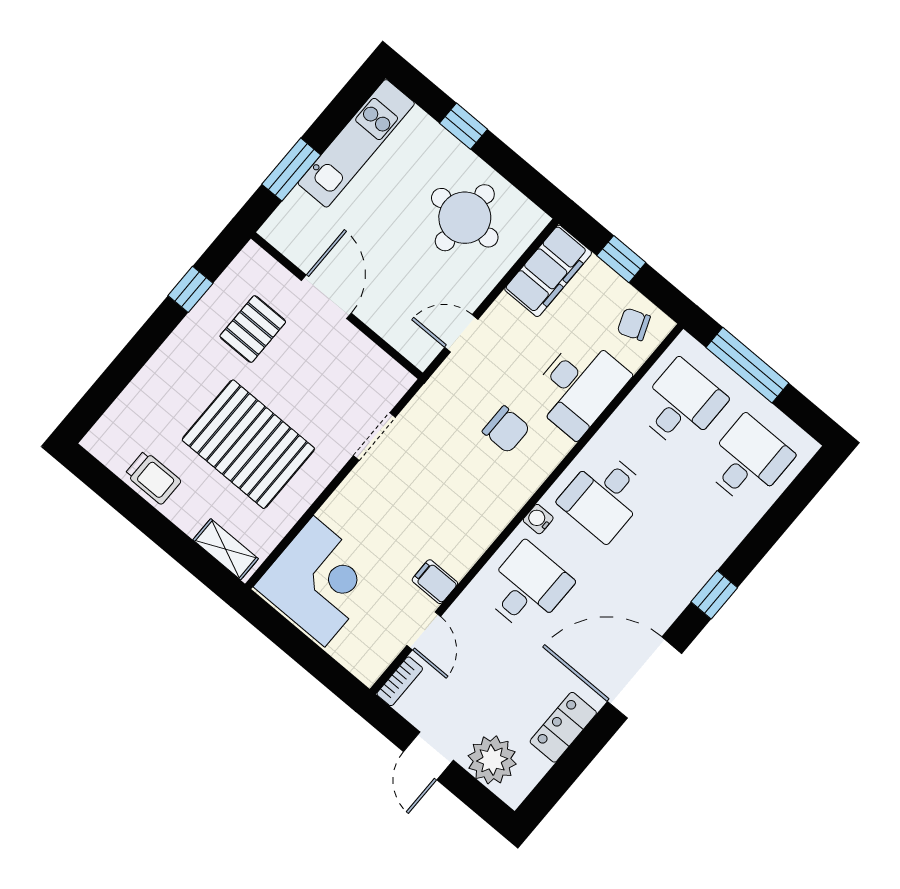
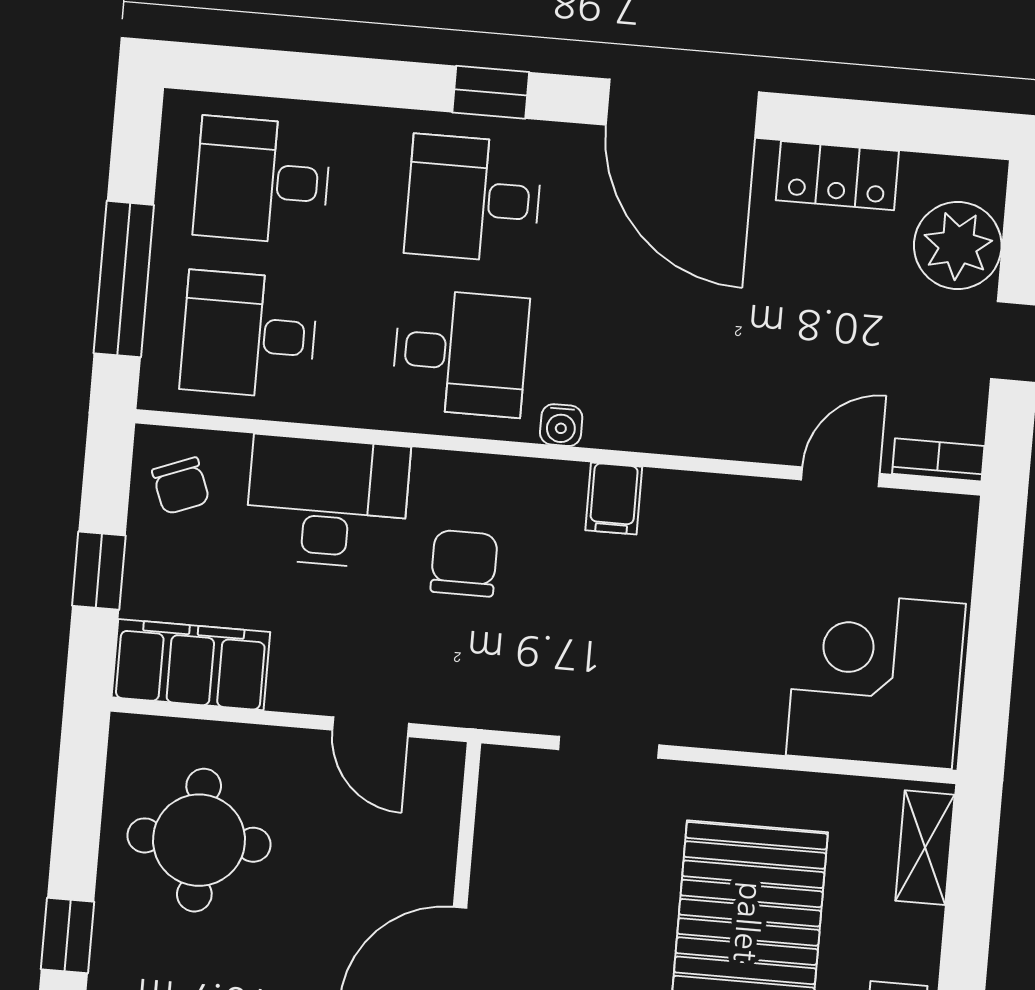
filing cabinet: (435, 582) -> (614, 499), moved
desk: (527, 588) -> (474, 199), moved

